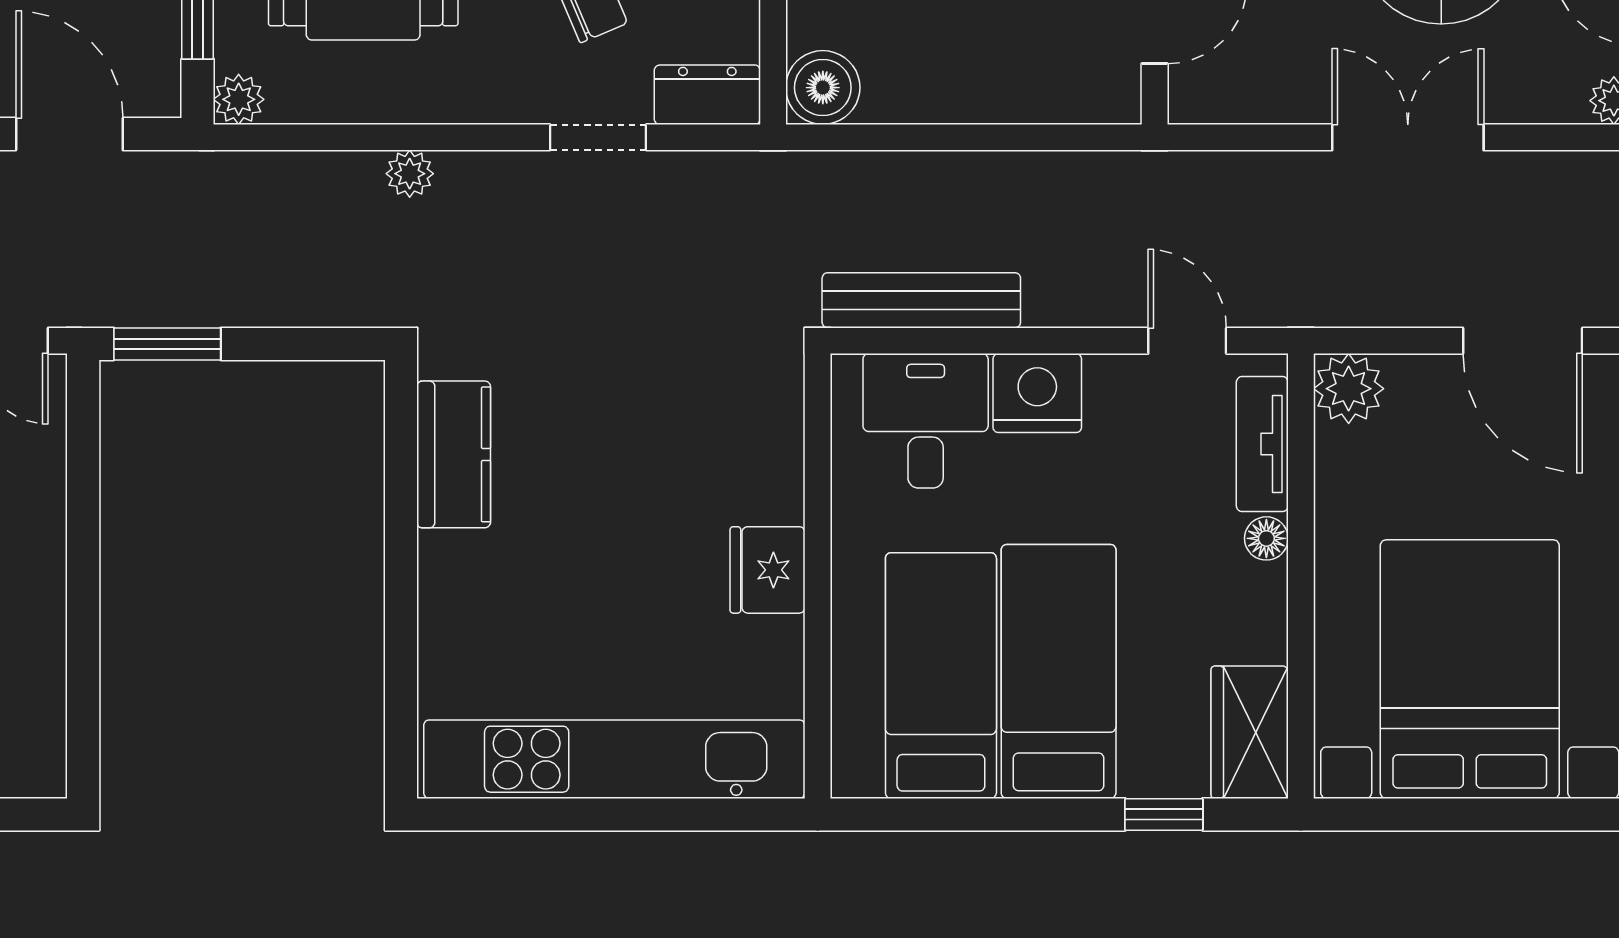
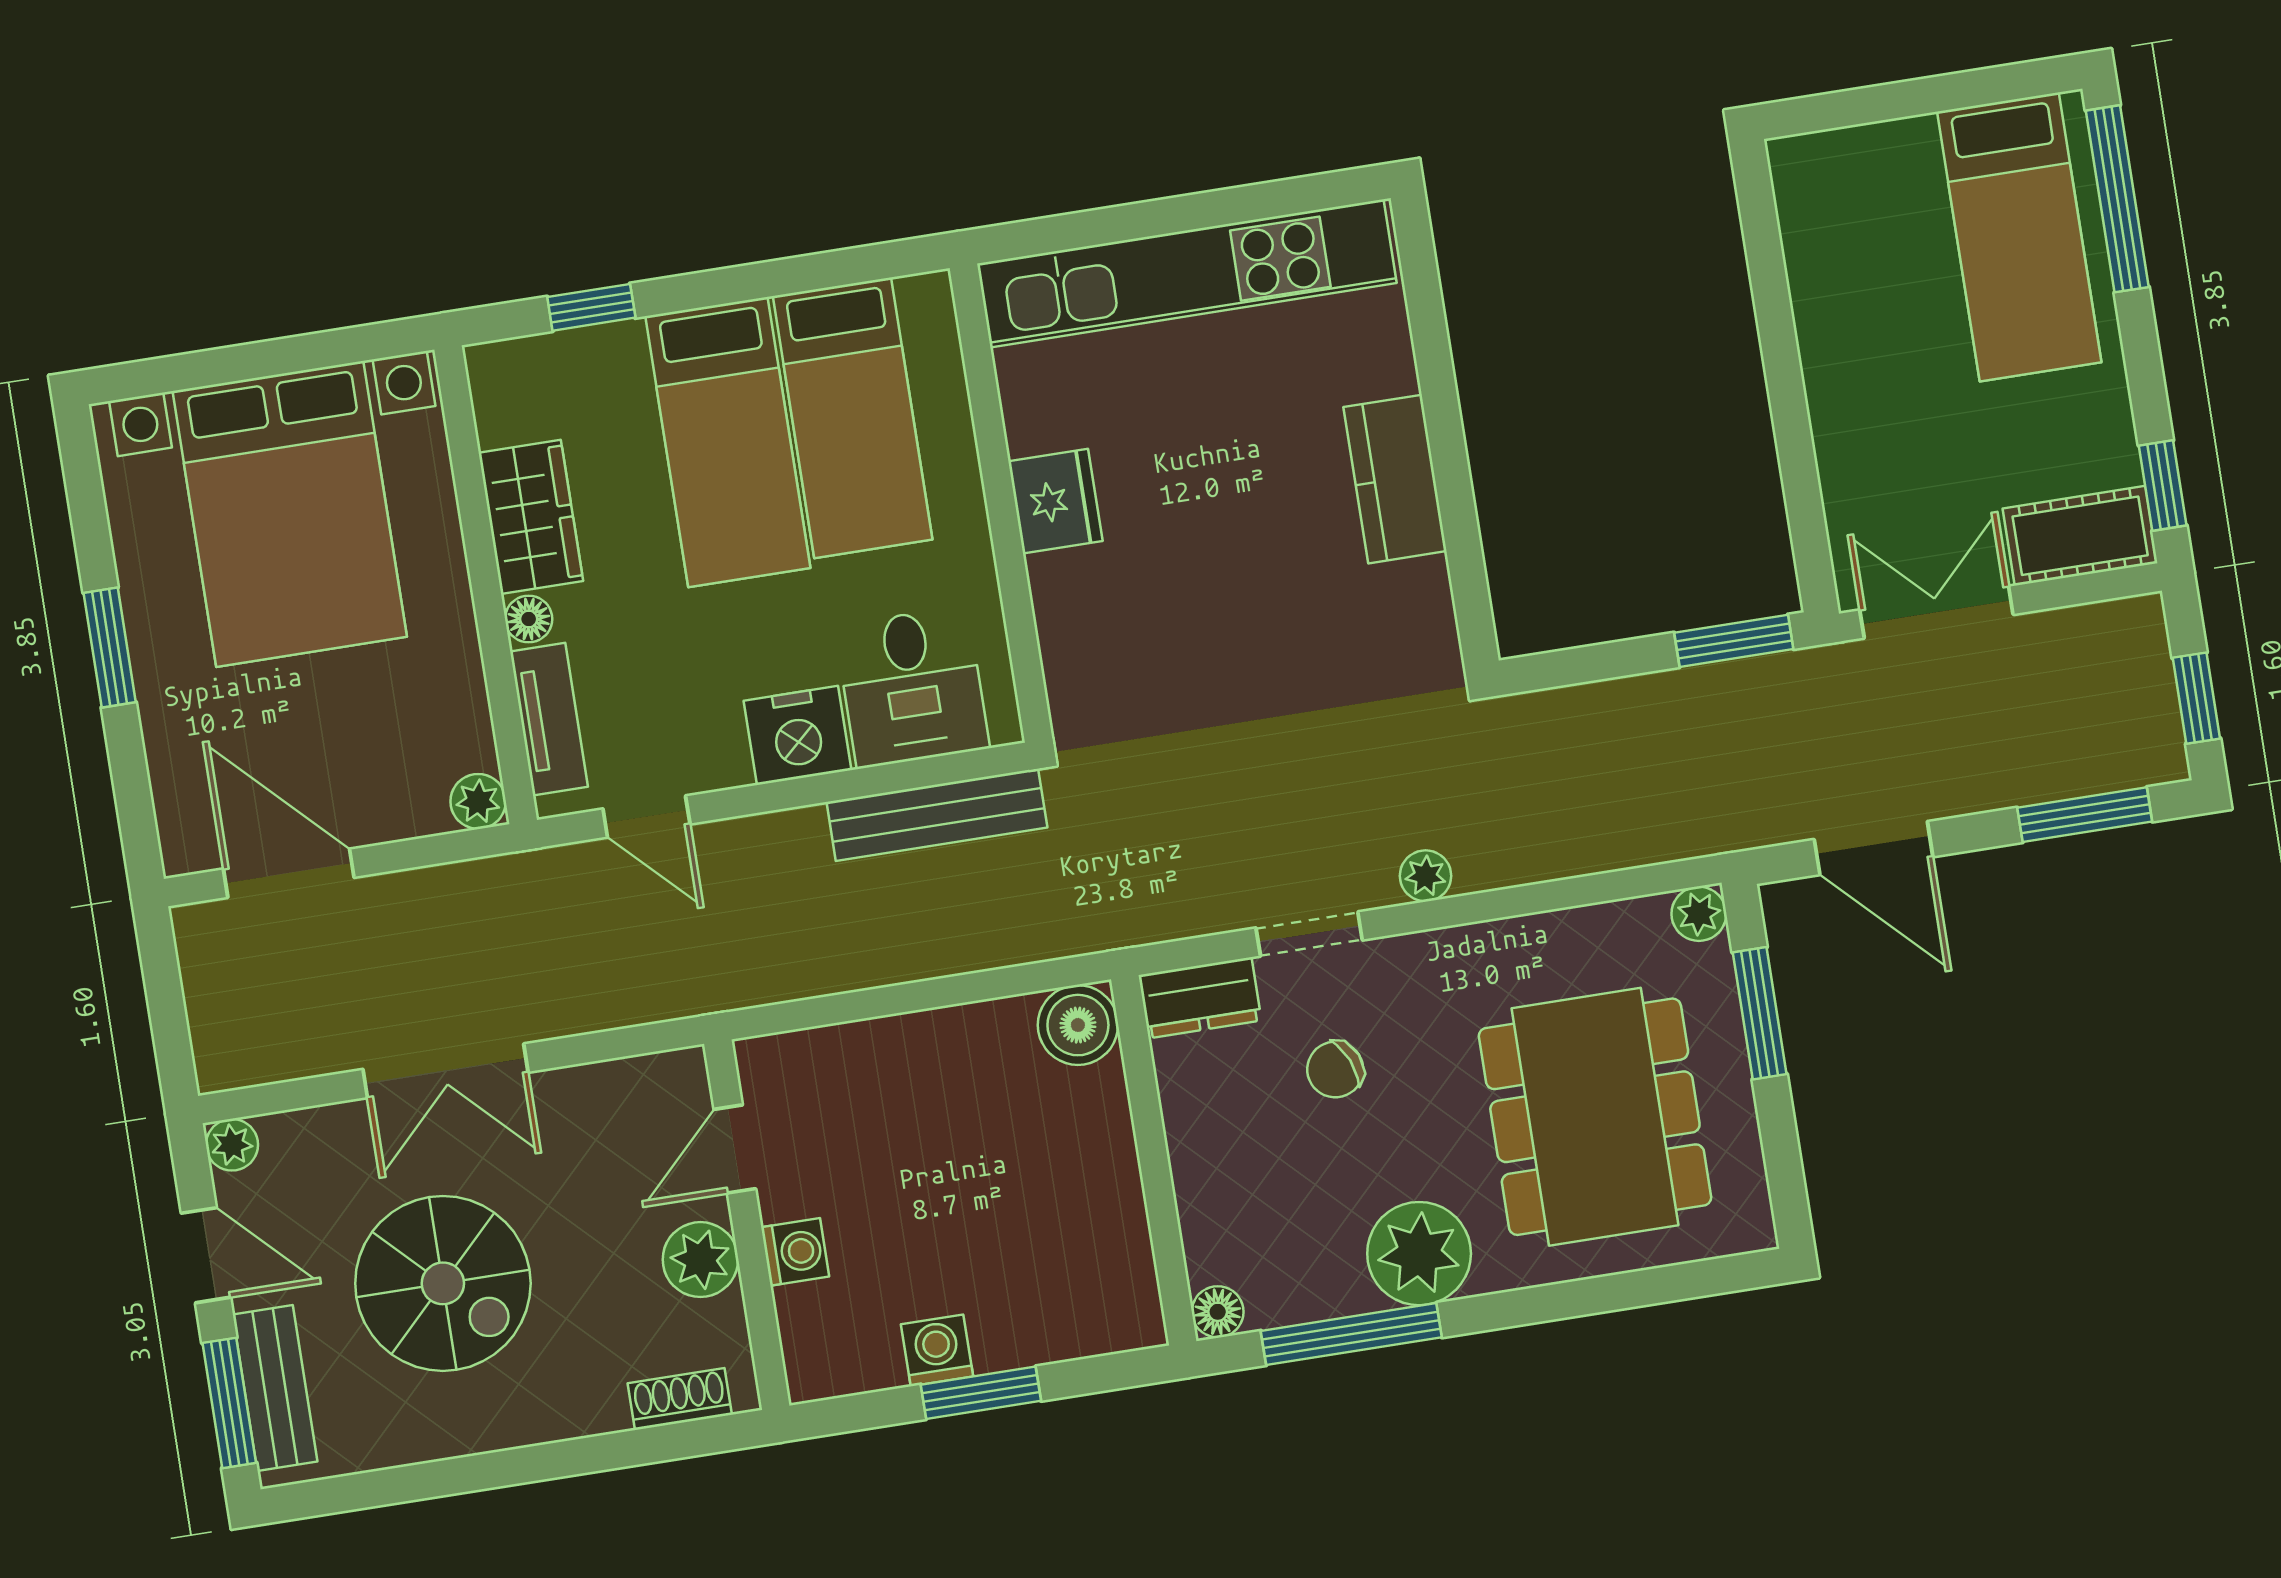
plant: (410, 174) -> (1426, 876), moved
plant: (1349, 389) -> (478, 801), width x0.73, depth x0.73
kitchen counter: (454, 454) -> (1395, 479), moved
wardrobe: (1250, 732) -> (531, 517), moved

